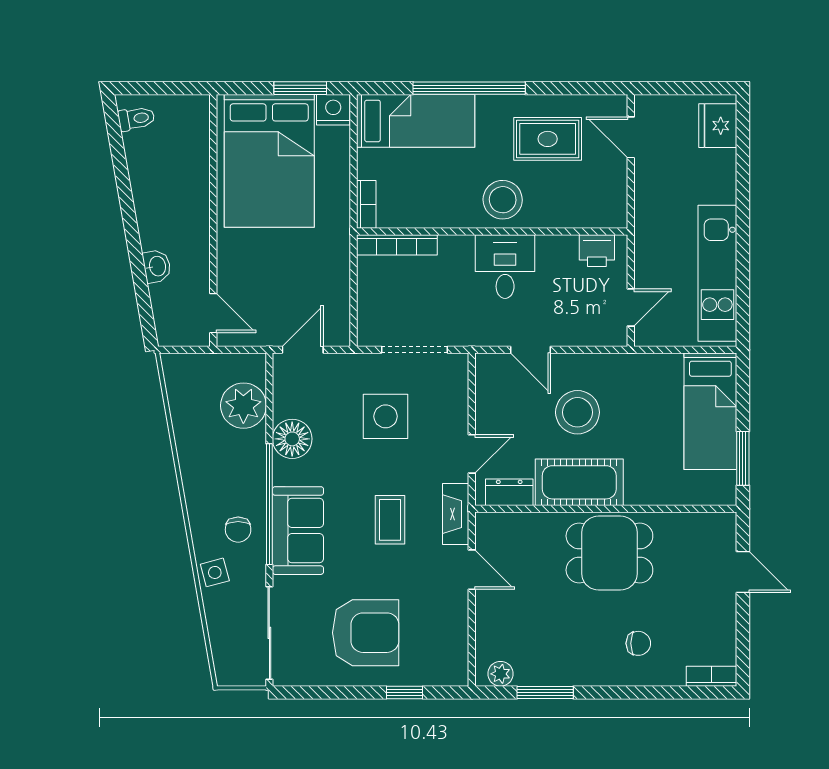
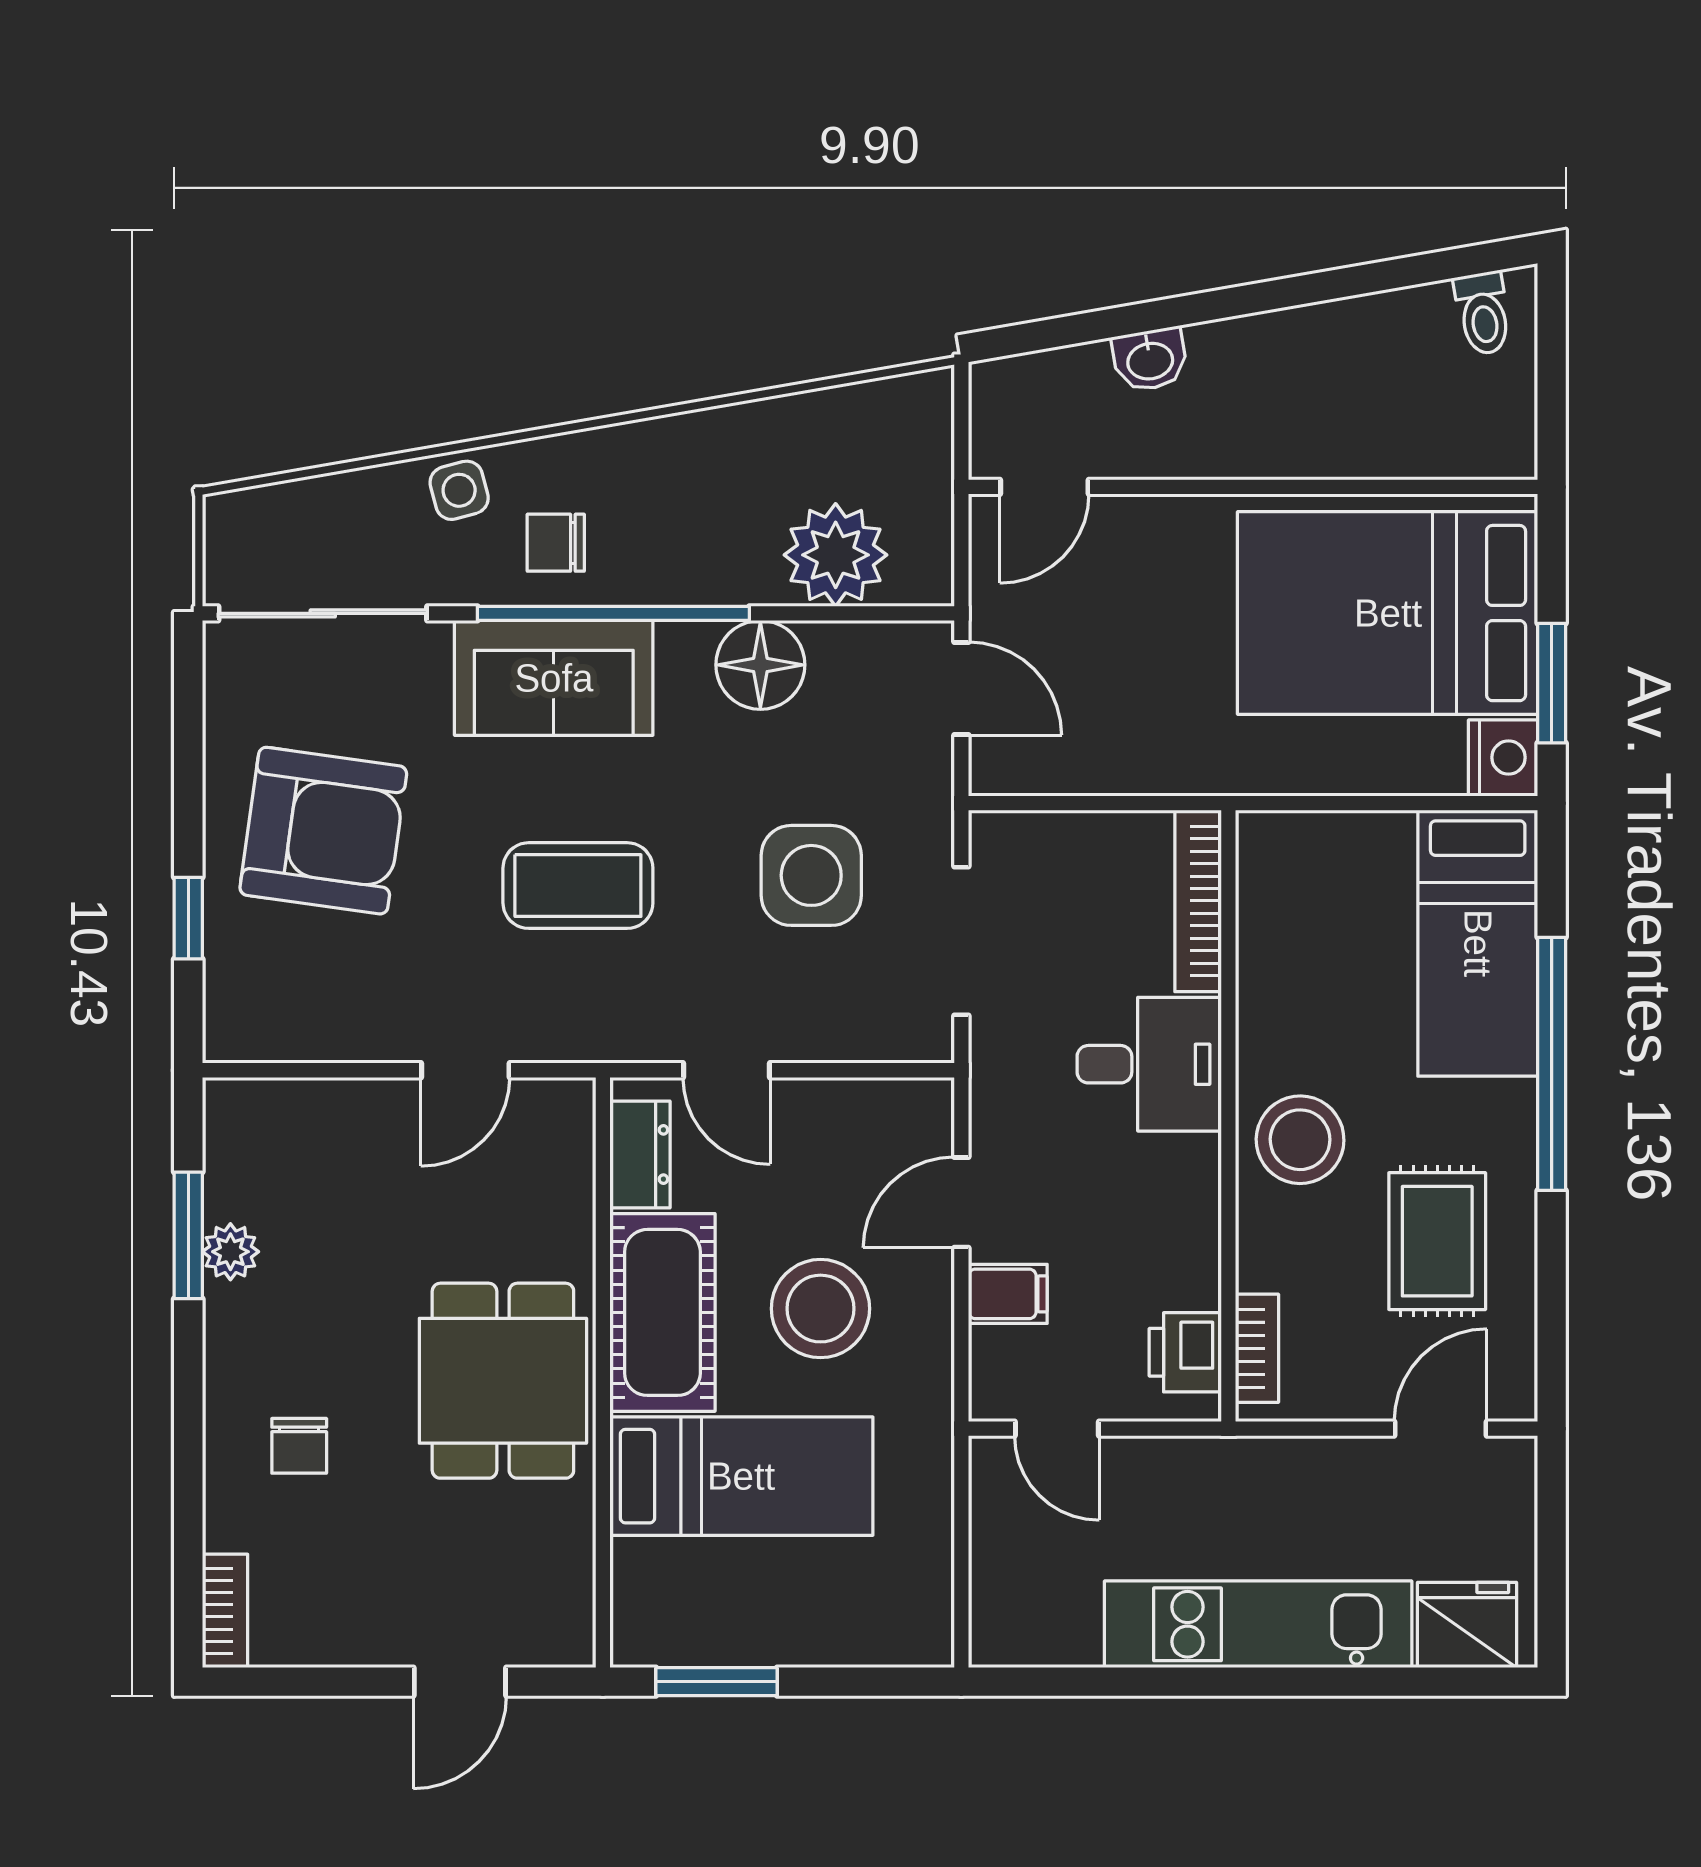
bookcase: (366, 204) -> (1257, 1348), moved, turned -90
desk: (505, 267) -> (1149, 1064), moved
kitchen unit: (717, 273) -> (1258, 1624), moved
filing cabinet: (571, 329) -> (1008, 1294), added
bed: (710, 411) -> (741, 1476), moved, turned 180
fireplace: (456, 514) -> (591, 1034), removed
coffee table: (390, 520) -> (578, 886), width x1.36, depth x1.30
armchair: (366, 633) -> (323, 831), turned -82
plant: (500, 674) -> (230, 1252), moved

